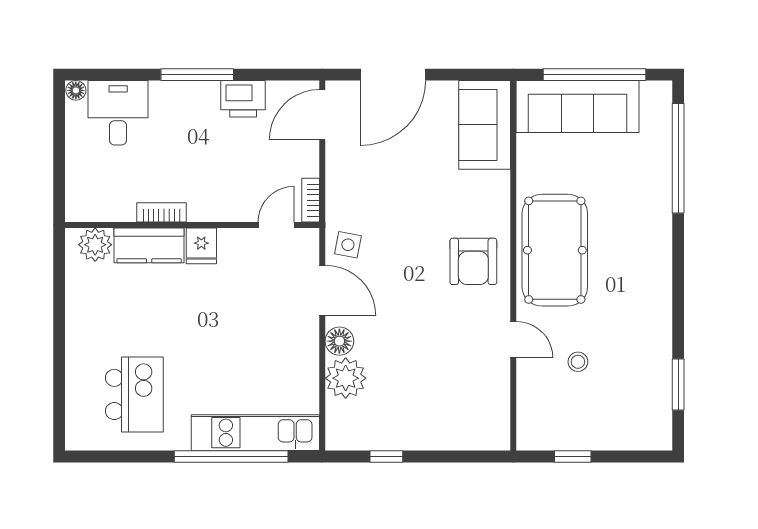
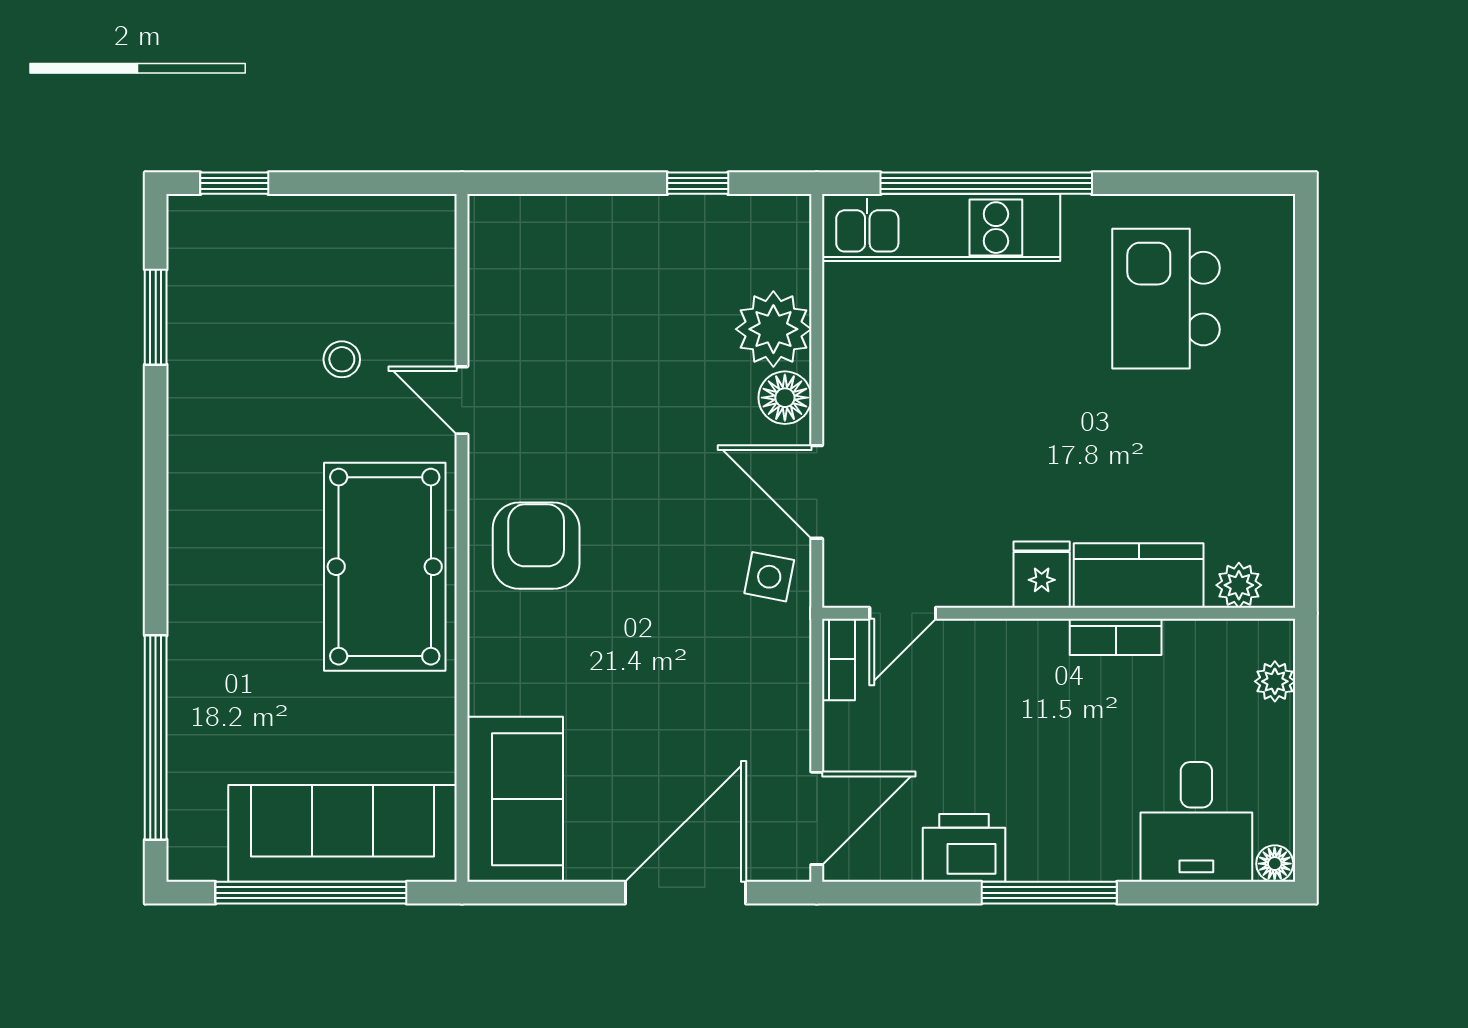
plant: (76, 188) -> (1275, 681), added
plant: (95, 245) -> (1239, 585), width x0.73, depth x0.73
window: (573, 457) -> (234, 183), moved

